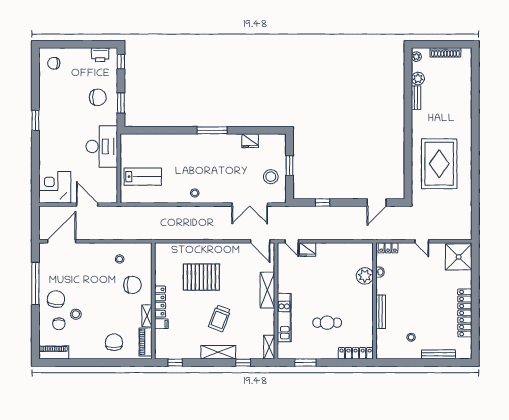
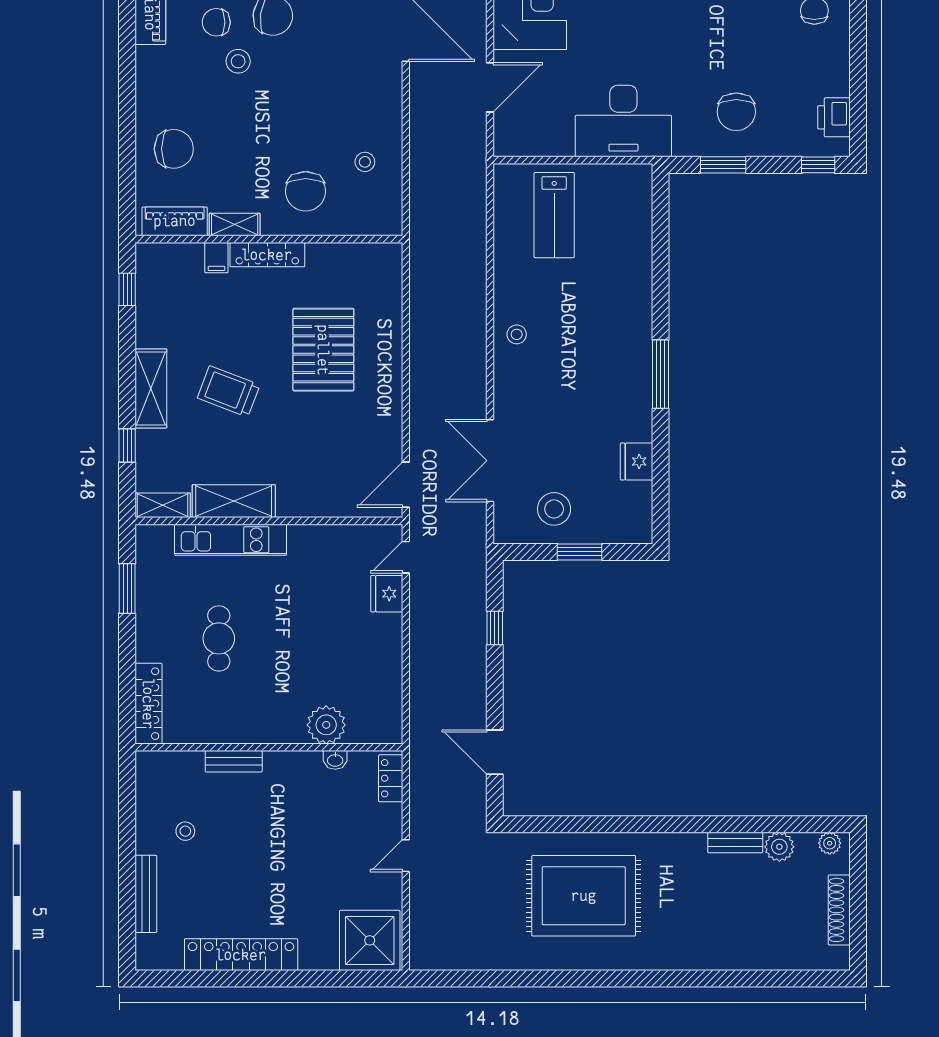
shelving: (267, 290) -> (234, 501), moved
bench: (381, 312) -> (234, 761), width x0.73

